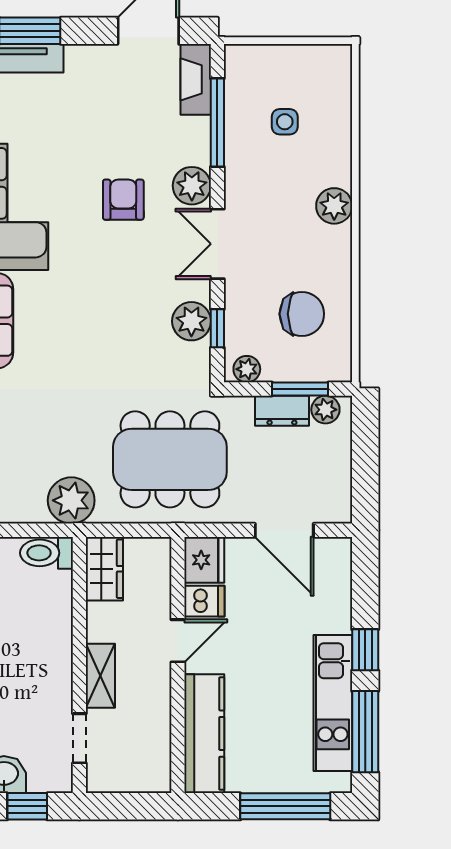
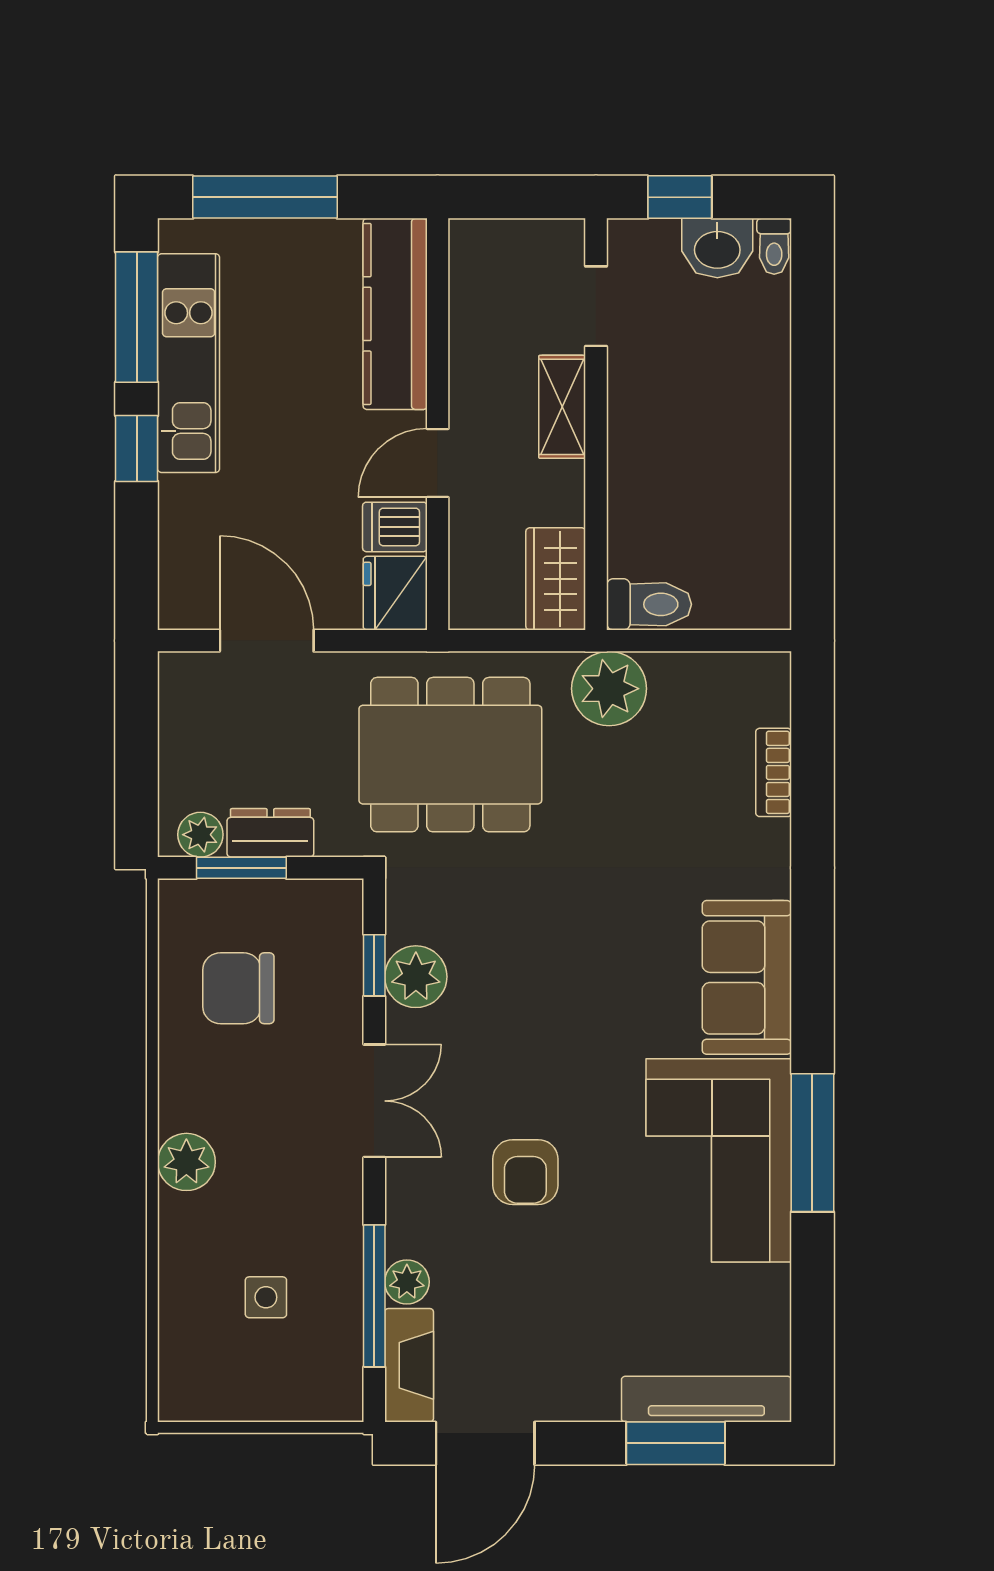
plant: (192, 186) -> (407, 1282), moved, width x0.73, depth x0.73
plant: (247, 369) -> (327, 900), removed

